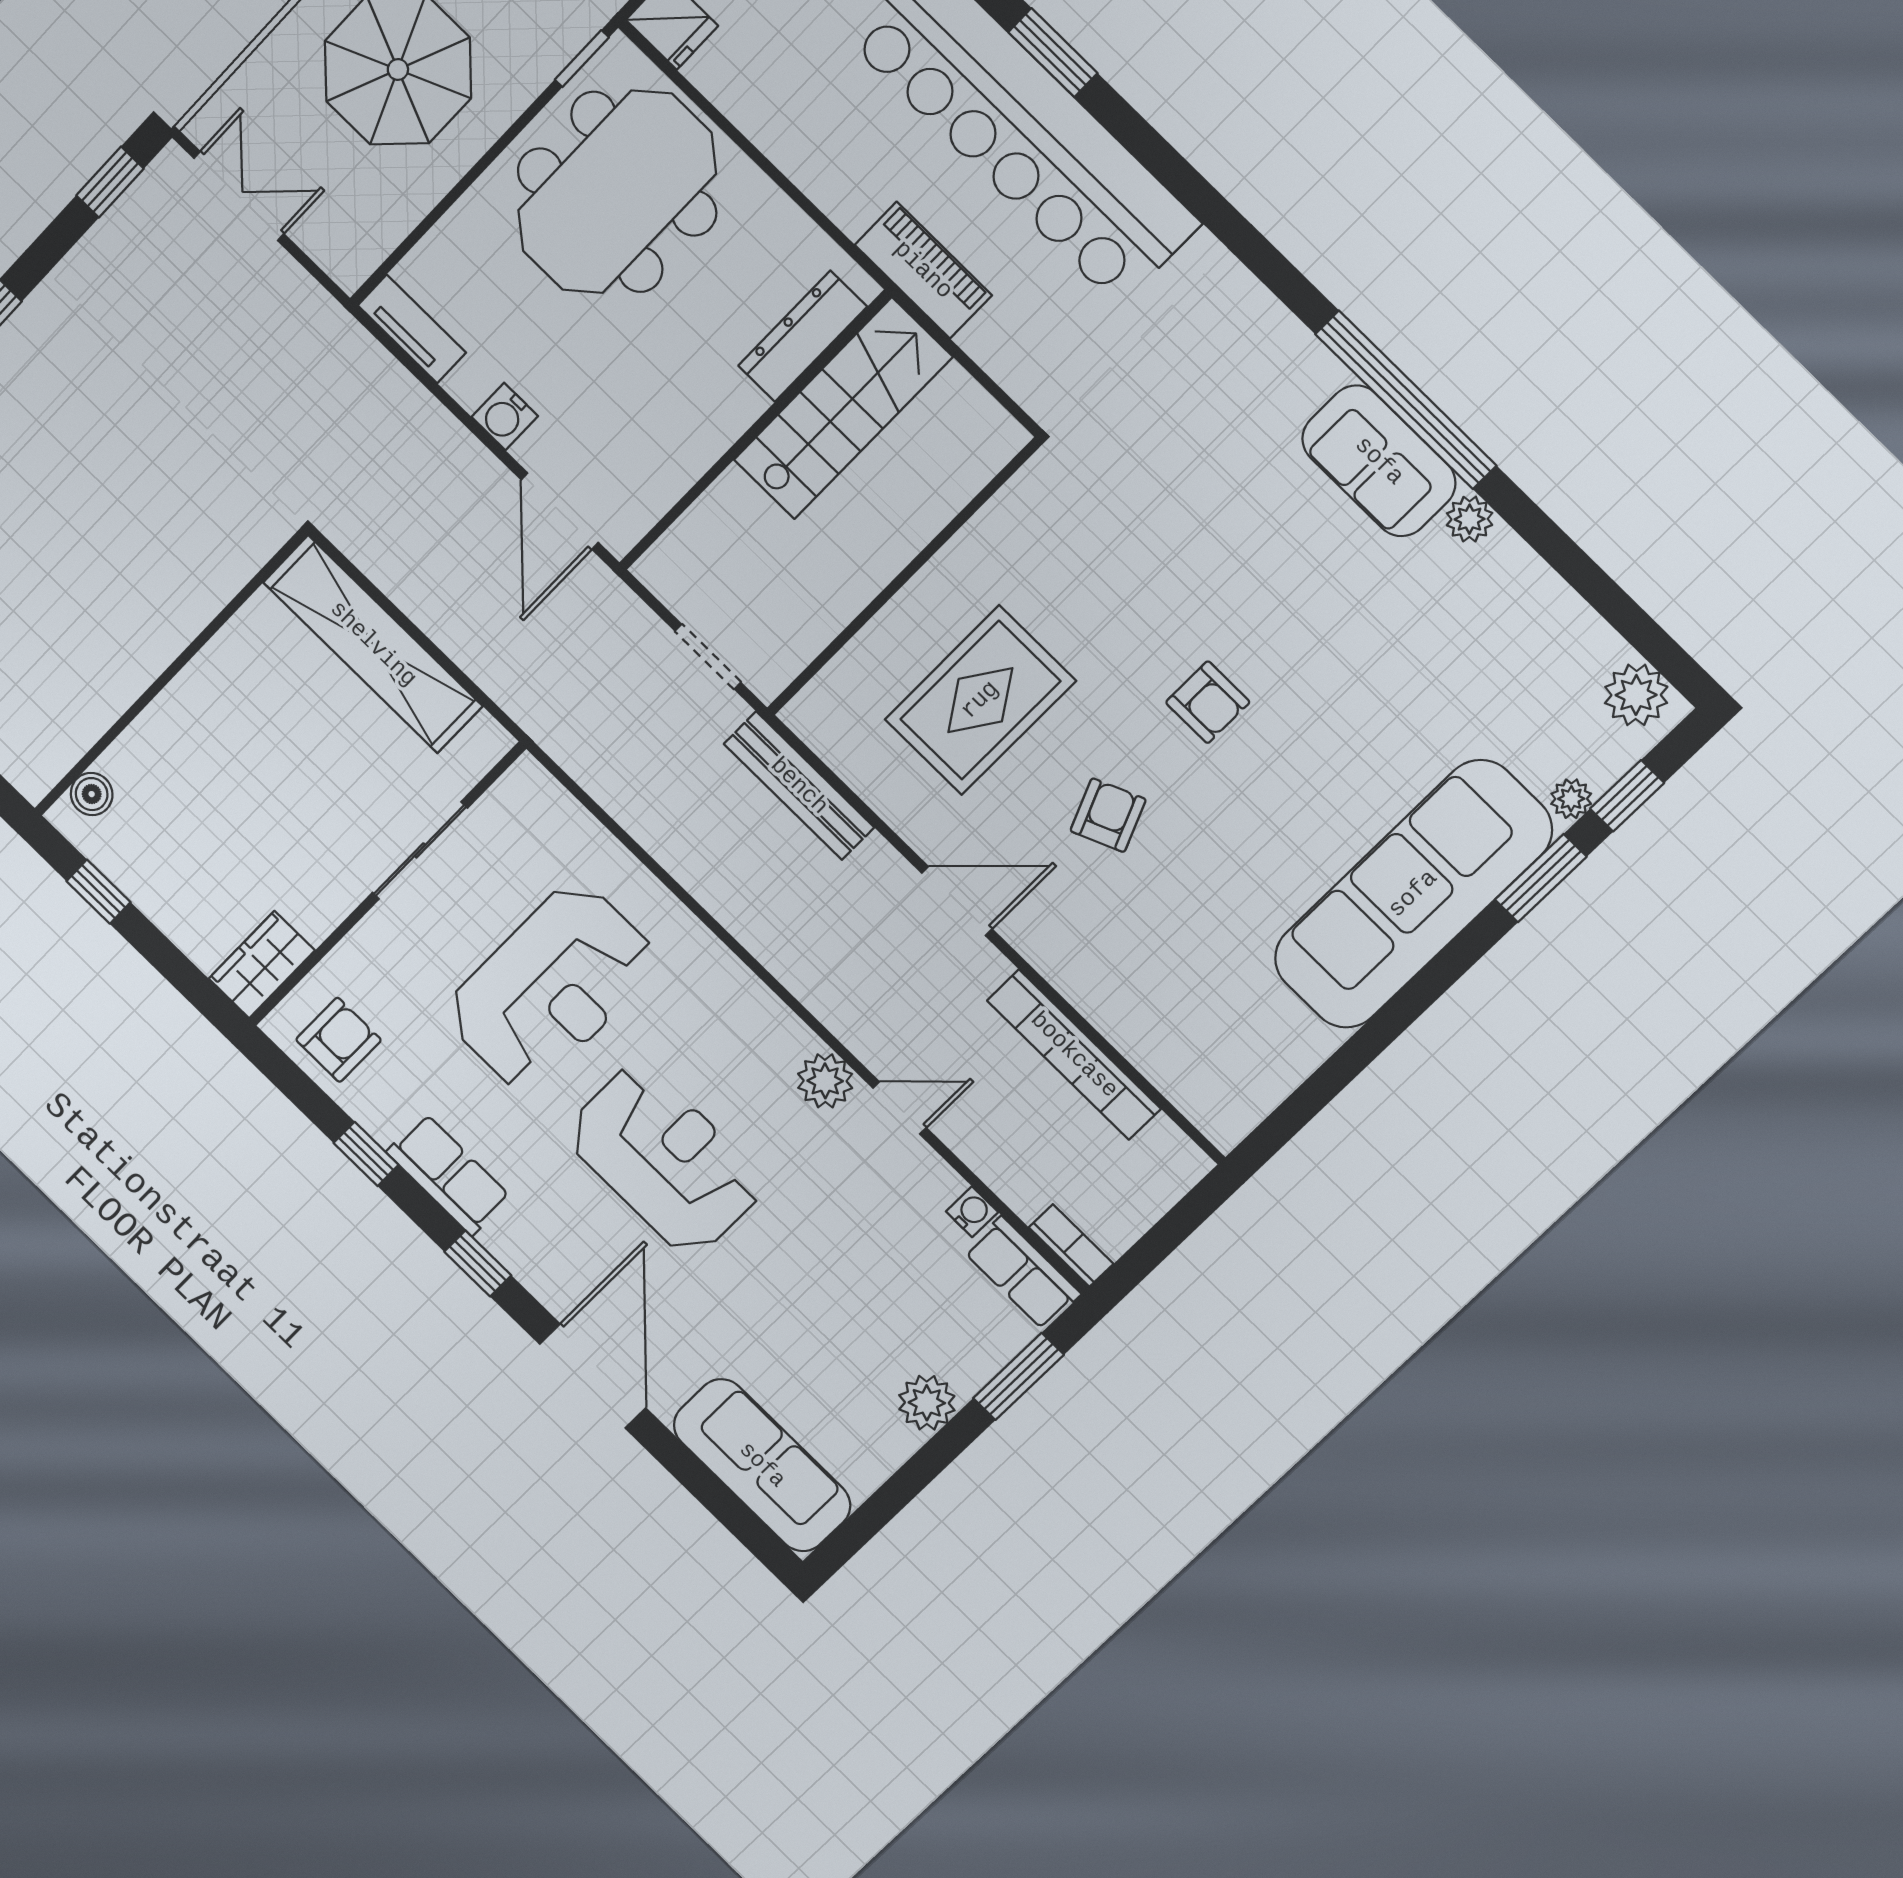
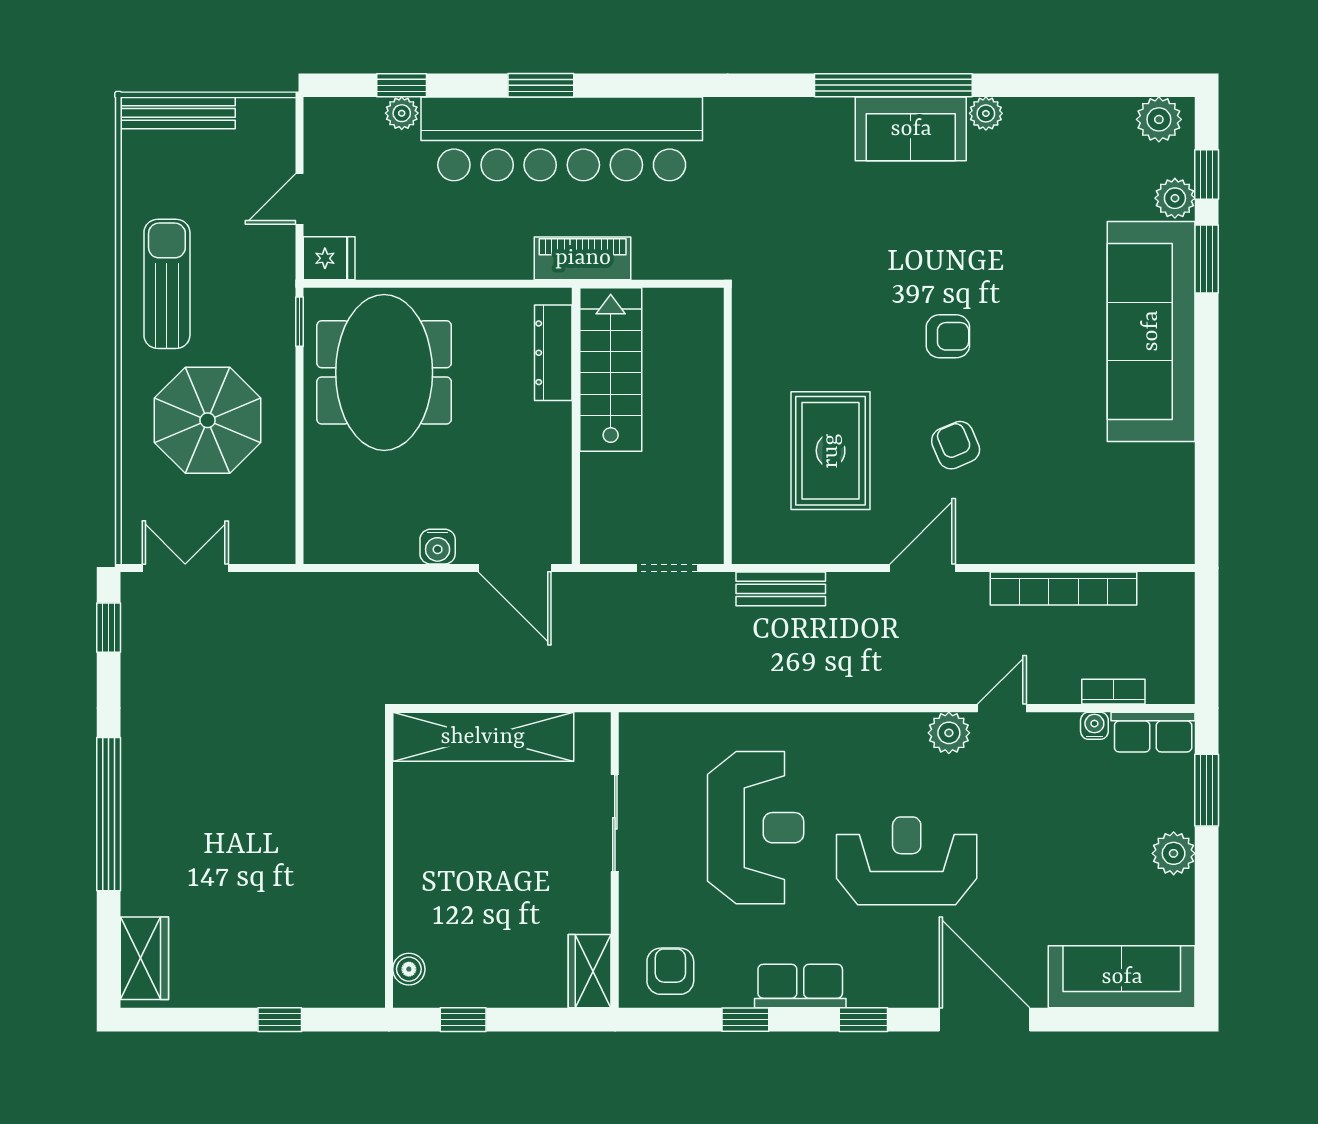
tv unit: (412, 329) -> (344, 549), removed
bench: (799, 786) -> (781, 589), width x0.73
plant: (1571, 799) -> (1175, 198), width x1.38, depth x1.38
bookcase: (1071, 1246) -> (1113, 692), moved

